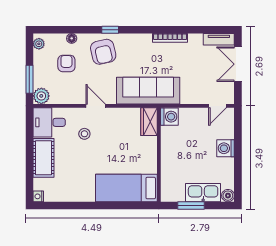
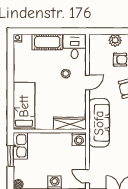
window: (29, 79) -> (108, 31), removed
plant: (41, 96) -> (115, 40), moved
wardrobe: (149, 122) -> (70, 123), width x1.50
kitchen sink: (203, 193) -> (20, 146), moved

